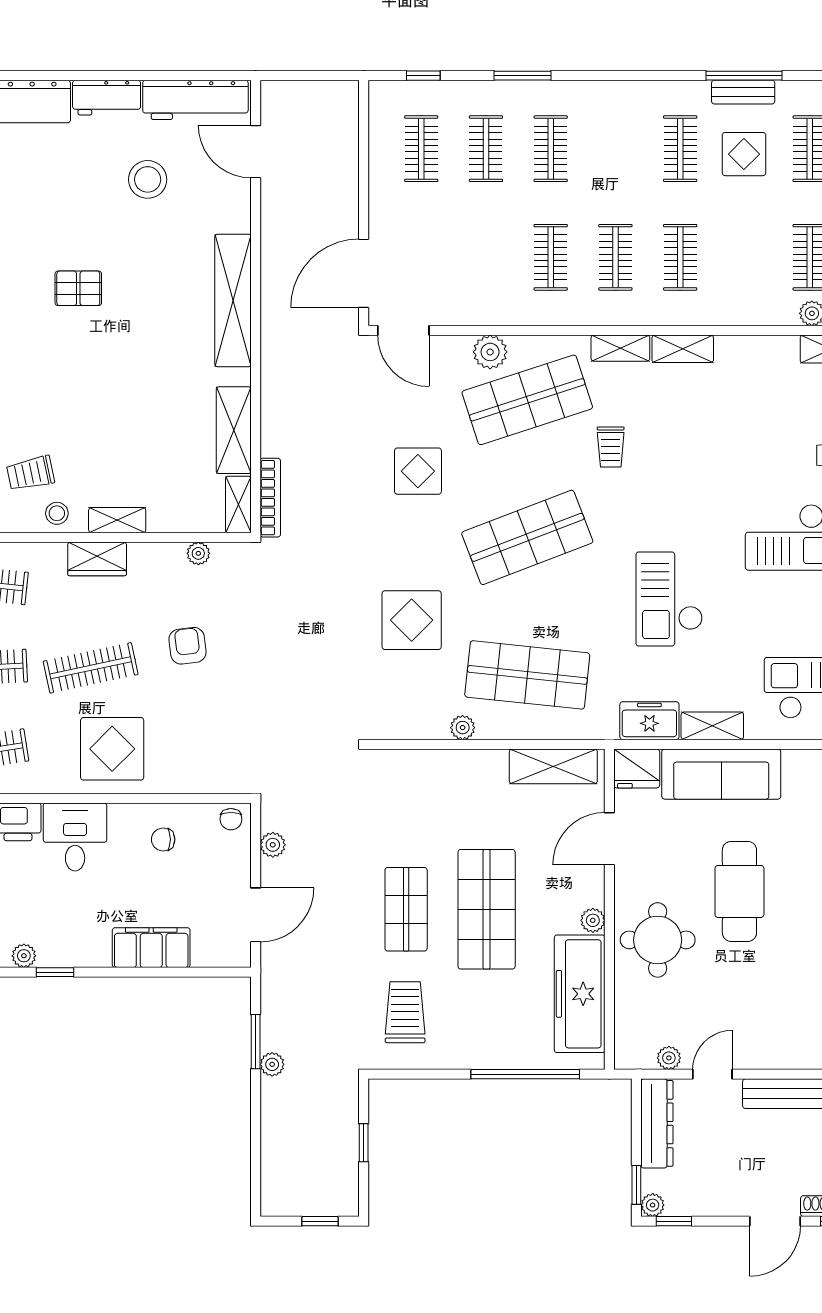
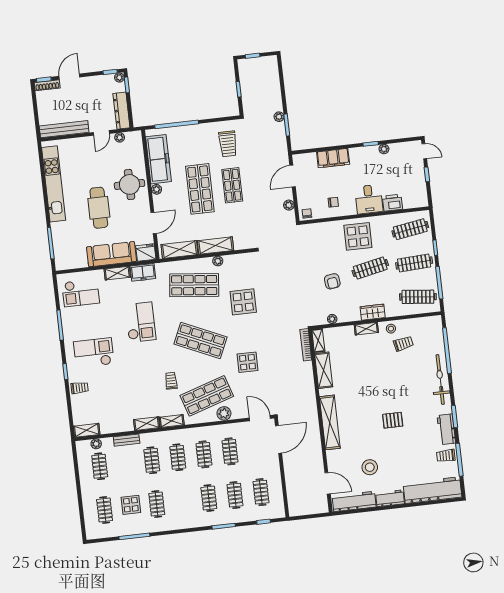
bench: (743, 92) -> (127, 440), moved
clothes rail: (486, 257) -> (230, 451), added
shop shelf: (527, 537) -> (200, 341), turned 45
shelving: (464, 766) -> (216, 246), added

